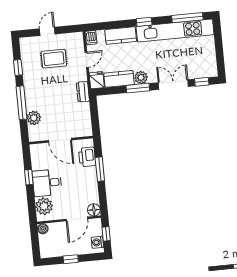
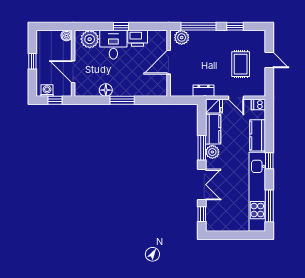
door: (60, 140) -> (169, 62), moved
wall: (61, 140) -> (169, 63), moved
printer: (87, 157) -> (138, 38), moved, turned 180
floor lamp: (94, 210) -> (106, 90), moved

